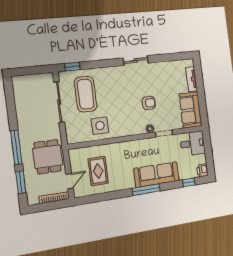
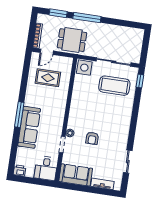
sliding door: (136, 61) -> (128, 162), moved
side table: (100, 126) -> (84, 68), moved
door: (69, 181) -> (47, 52), hinge flipped
window: (189, 182) -> (13, 155), removed

